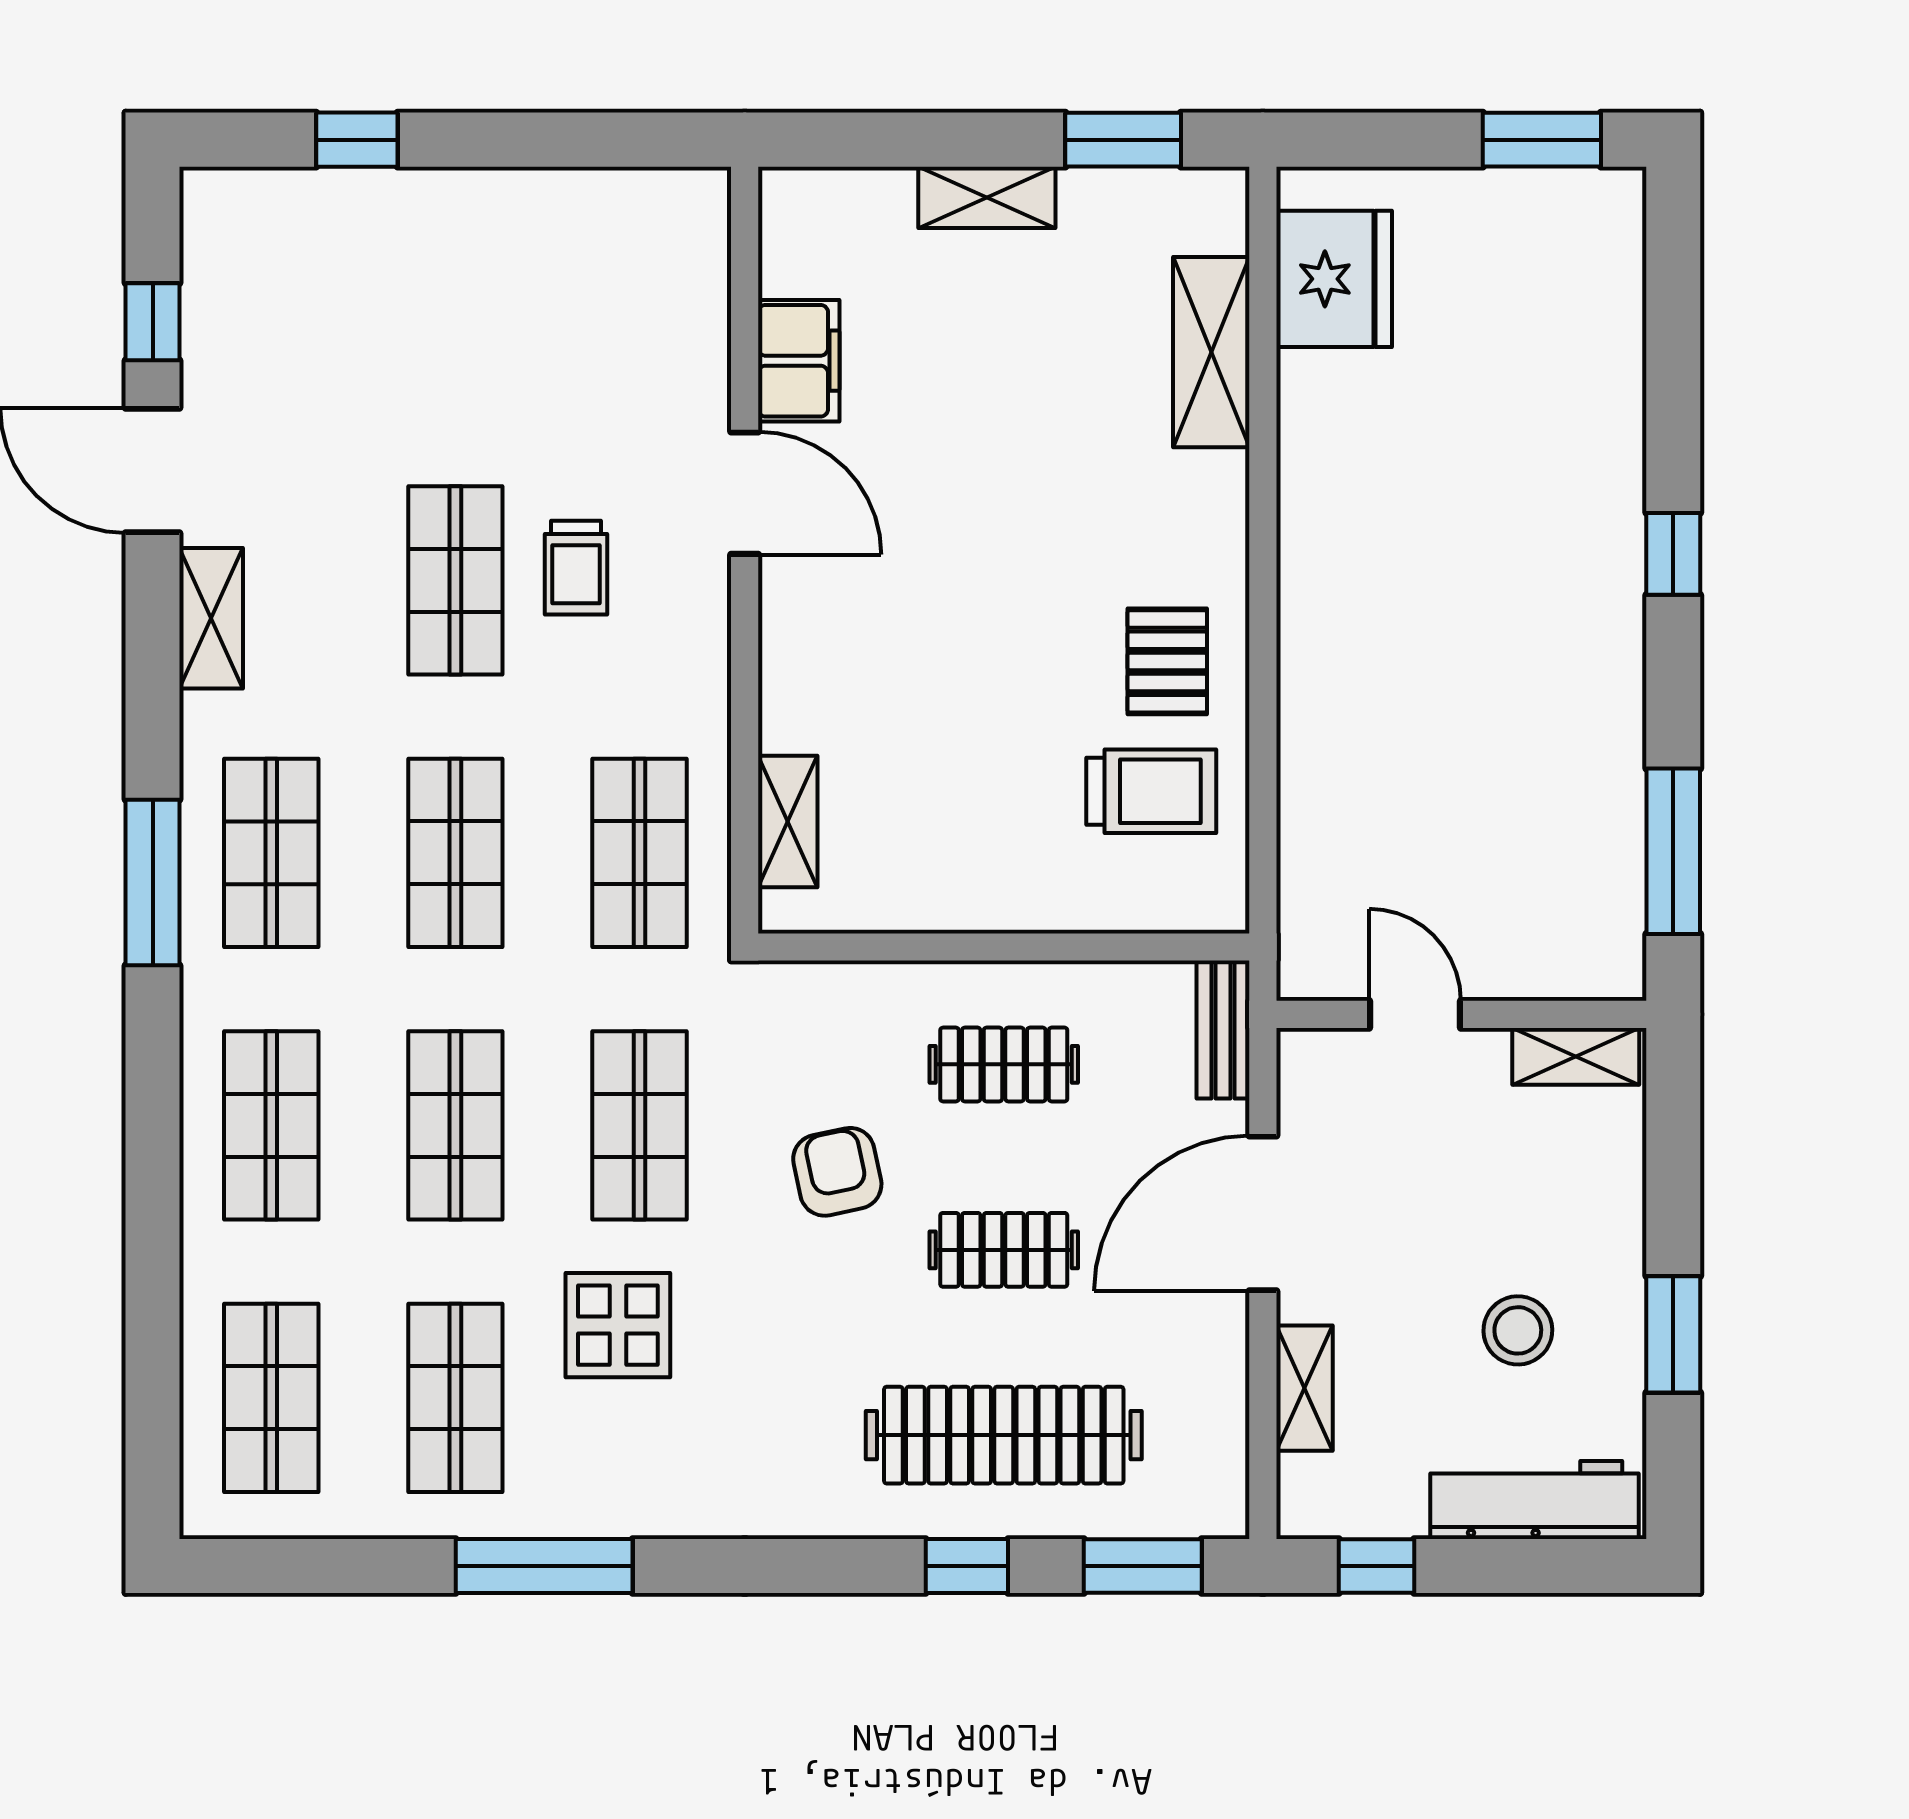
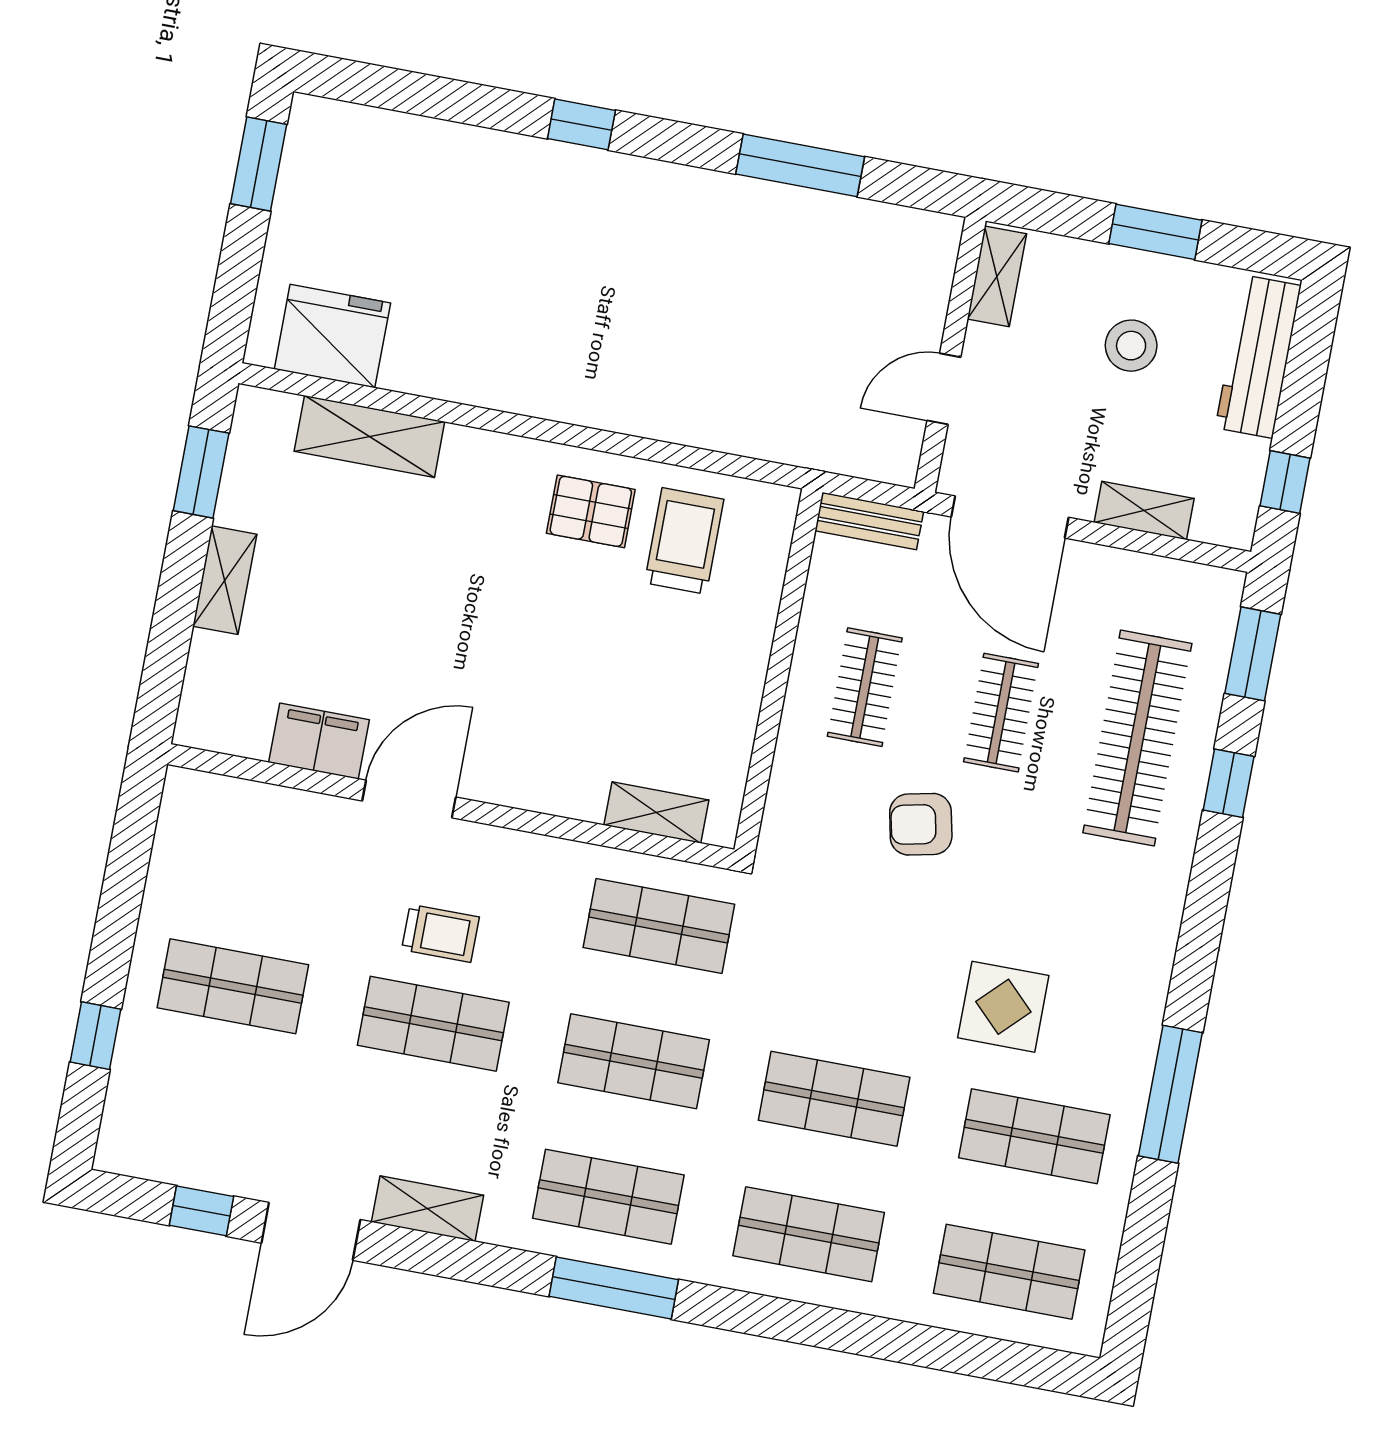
door: (1415, 1014) -> (944, 389), moved
wall: (1461, 1014) -> (950, 355), moved
shelving: (1576, 1056) -> (997, 276), moved
shop shelf: (639, 1125) -> (233, 986), moved

